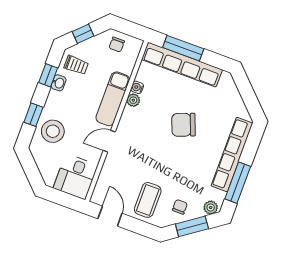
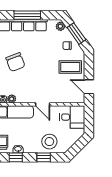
window: (238, 183) -> (27, 15), moved
door: (110, 216) -> (89, 87), hinge flipped

